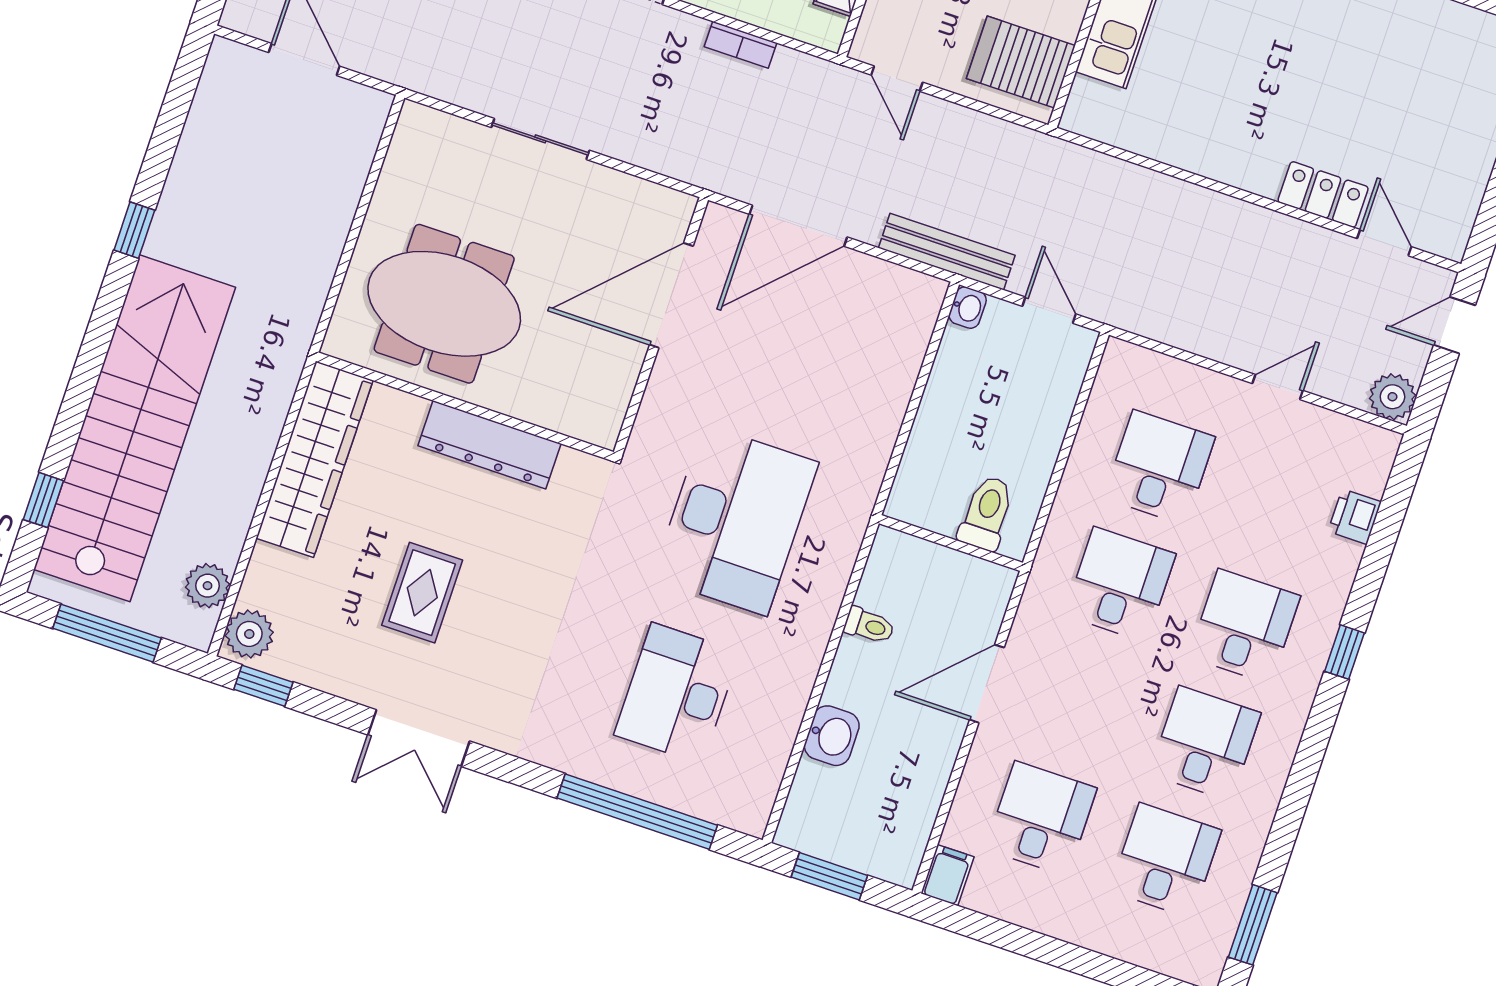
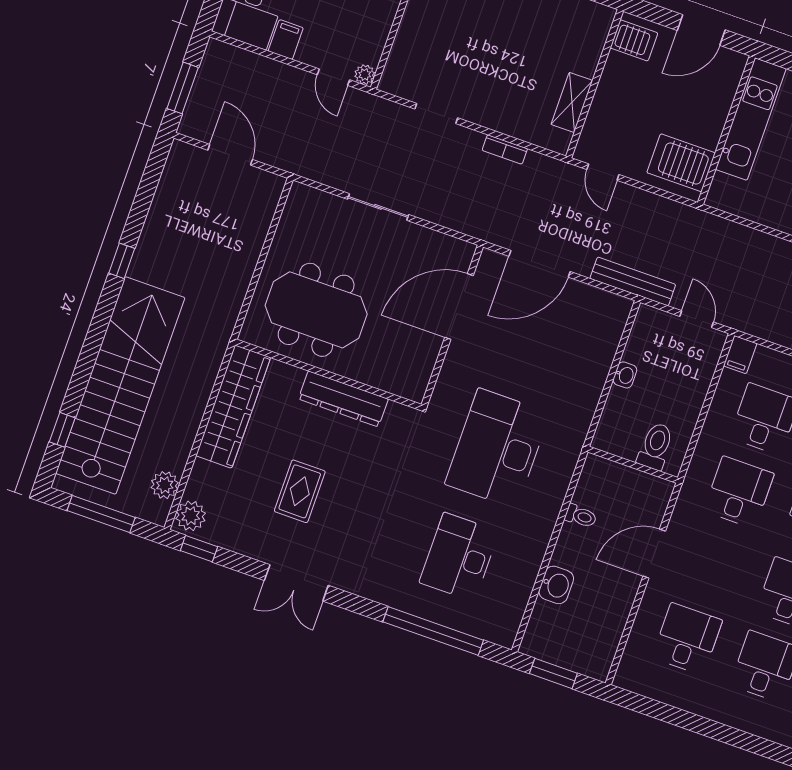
washbasin: (968, 308) -> (625, 375), moved
desk: (735, 520) -> (497, 448), turned 180
filing cabinet: (947, 875) -> (740, 355), moved, turned 180

